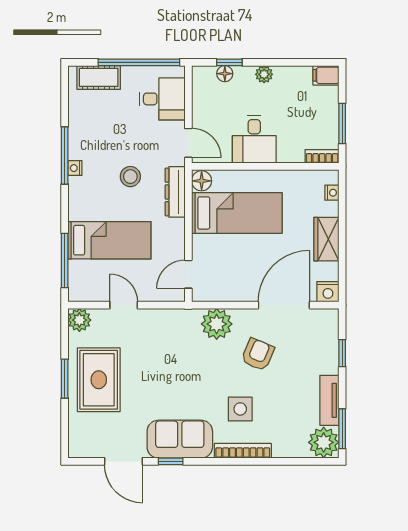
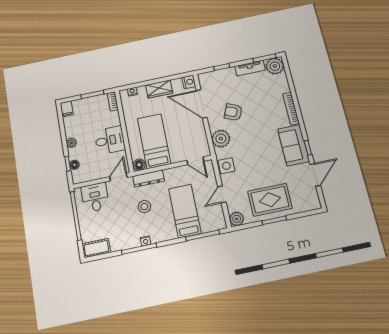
cot: (99, 77) -> (96, 248), moved, turned 90
side table: (240, 409) -> (226, 166), moved

